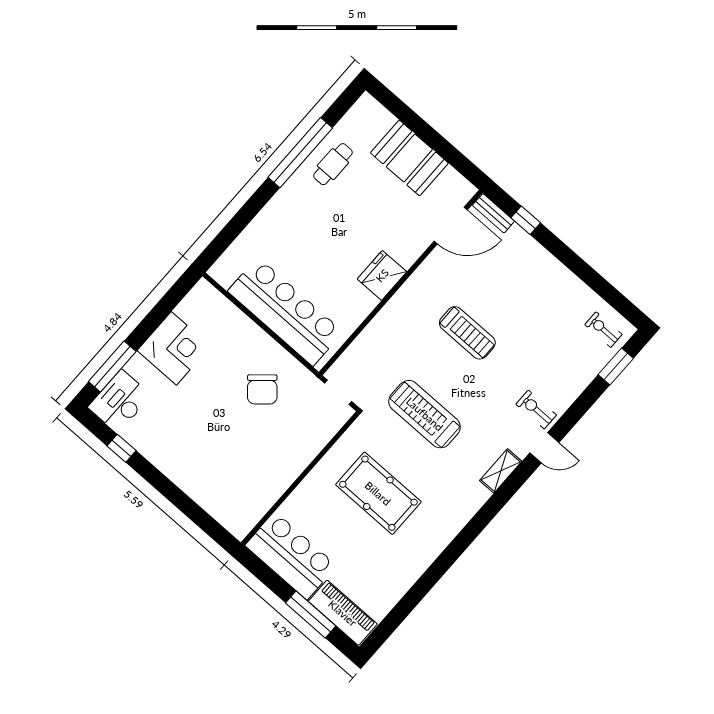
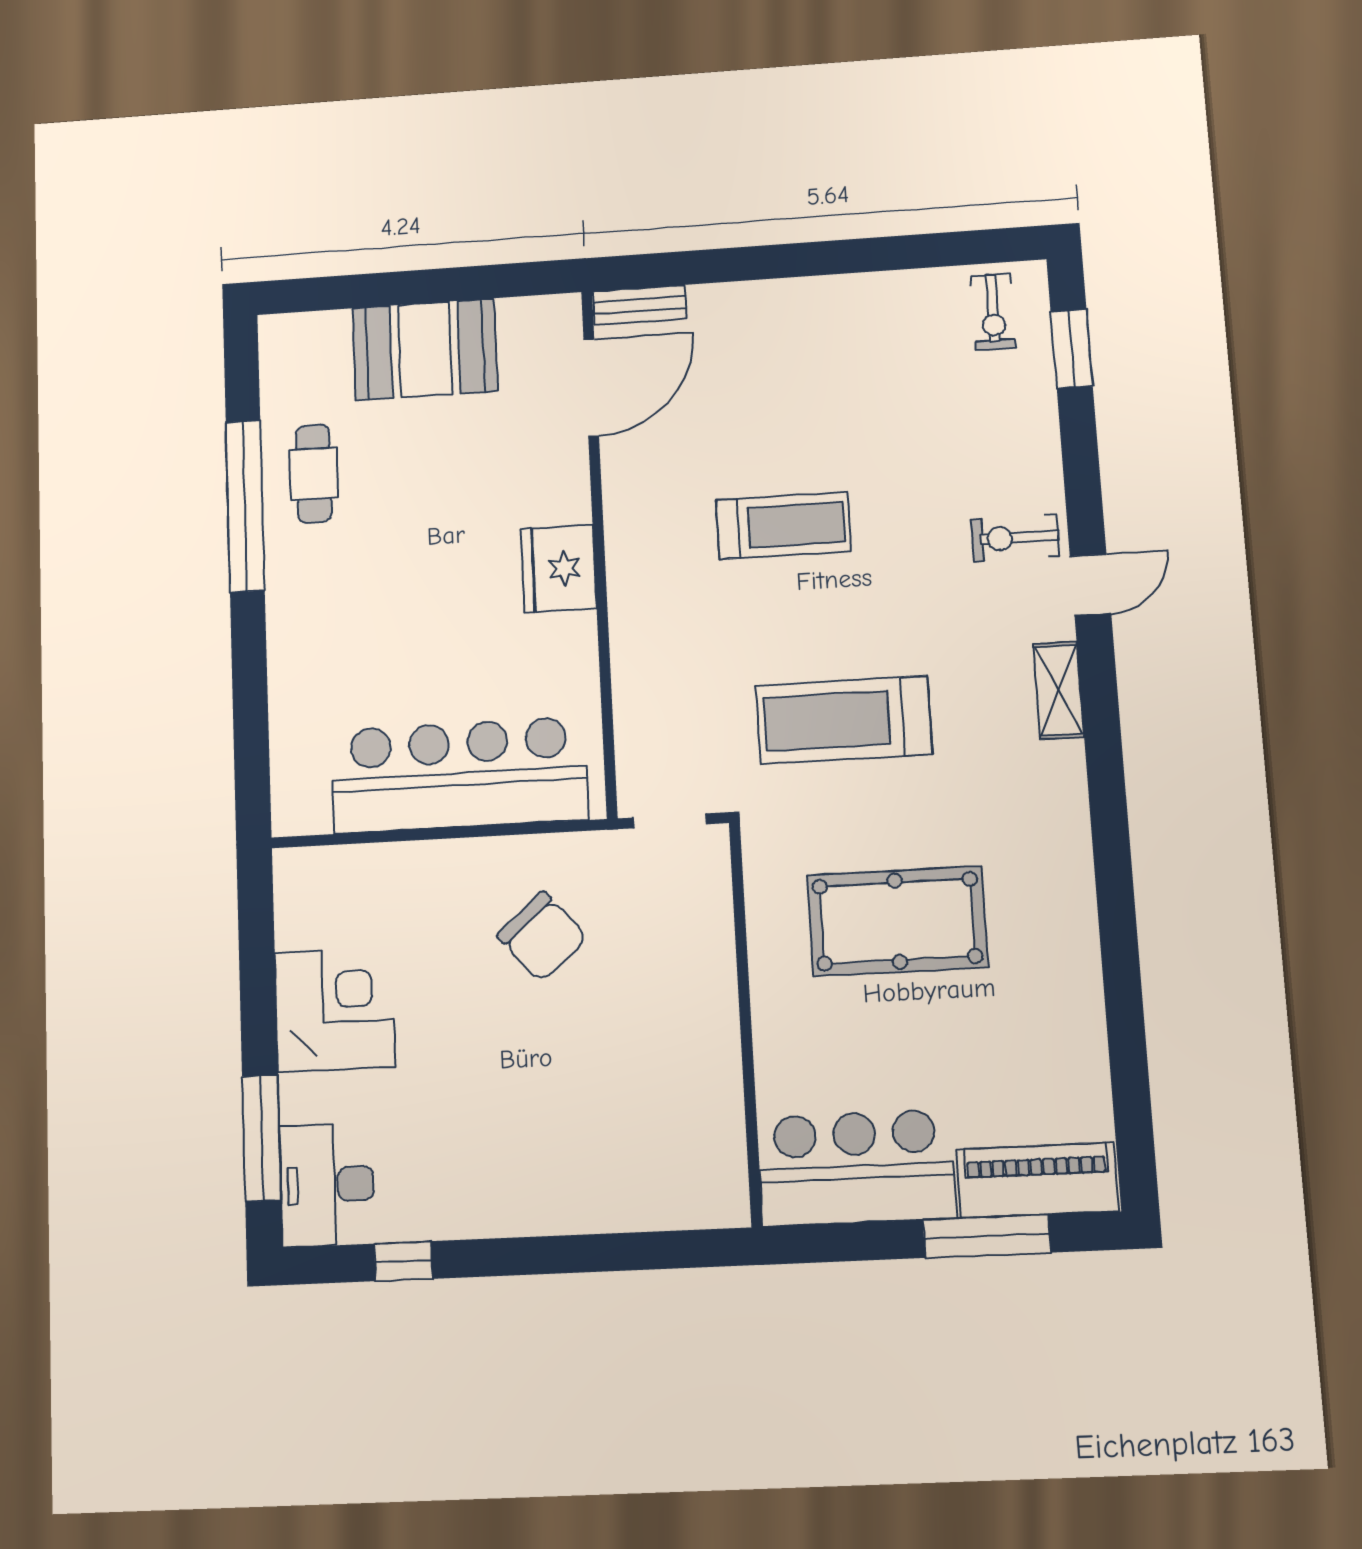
window: (526, 220) -> (701, 267), removed
exercise bike: (603, 330) -> (993, 312), turned -90

